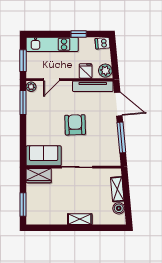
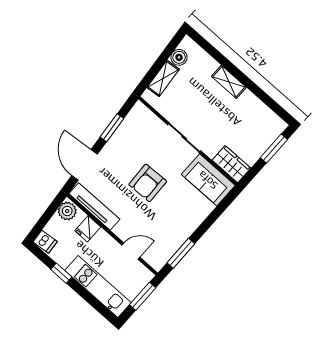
plant: (31, 87) -> (158, 262), removed
window: (121, 138) -> (112, 128), width x0.69

